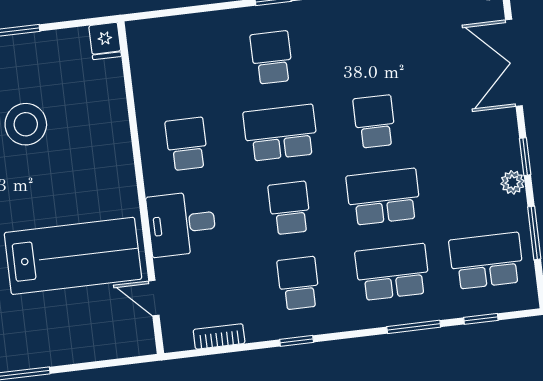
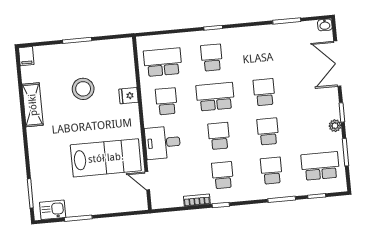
fridge: (105, 41) -> (129, 96), moved, turned 90
school desk: (178, 69) -> (163, 62), added
school desk: (383, 197) -> (268, 131), width x0.54
school desk: (392, 272) -> (271, 171), width x0.54
bookcase: (219, 336) -> (197, 200), moved

